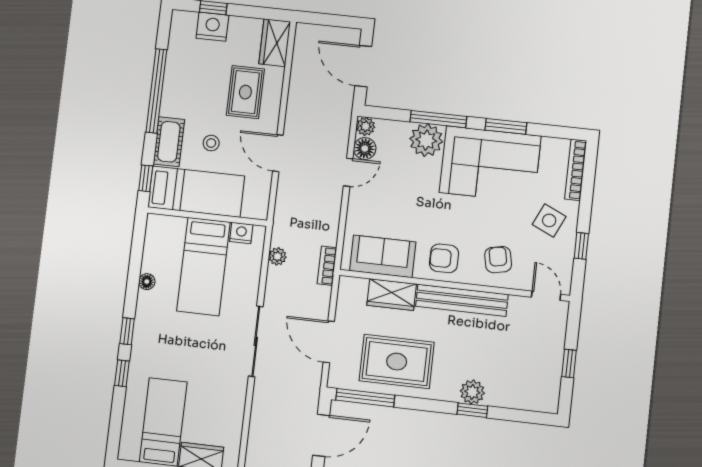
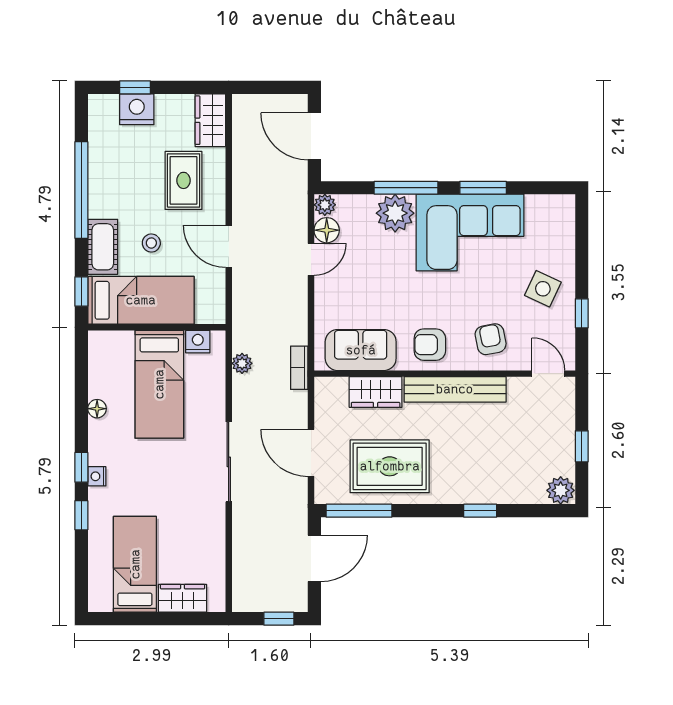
bookcase: (576, 170) -> (567, 228), removed
nightstand: (139, 341) -> (97, 476), added
plant: (472, 392) -> (561, 490), moved

